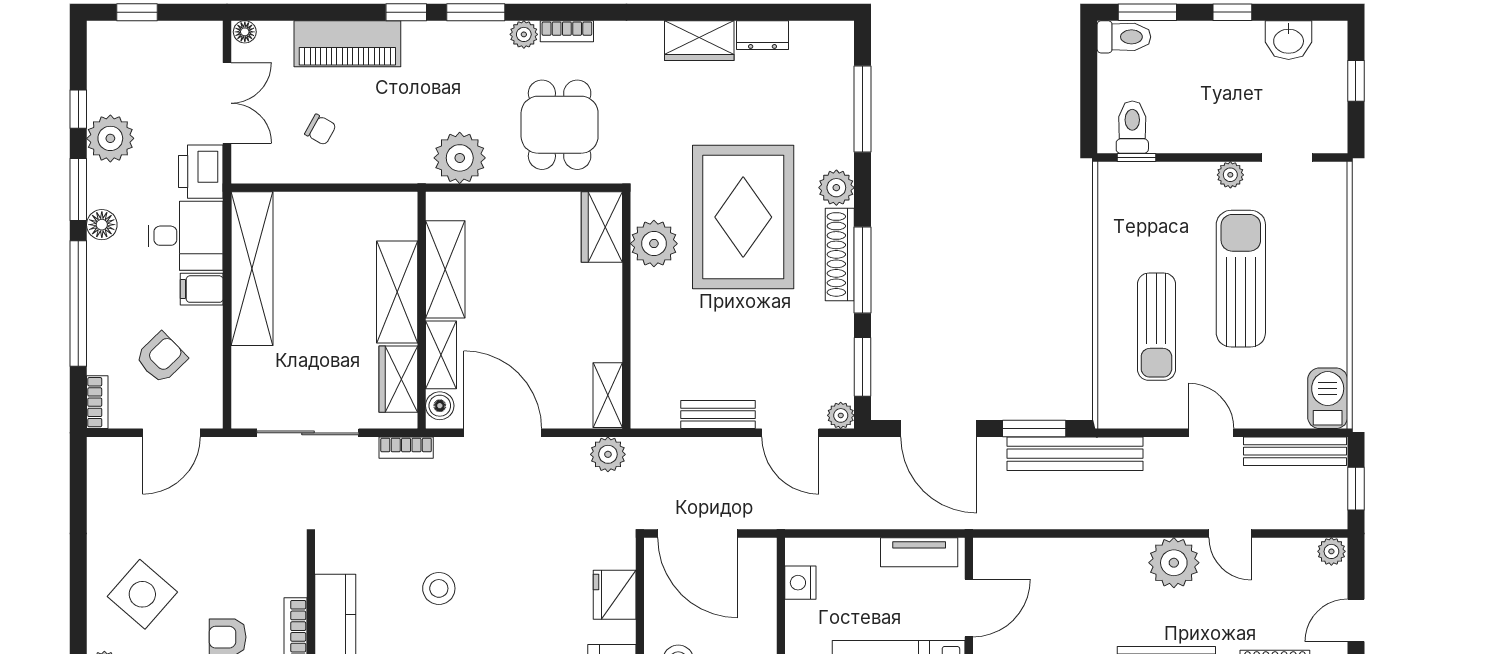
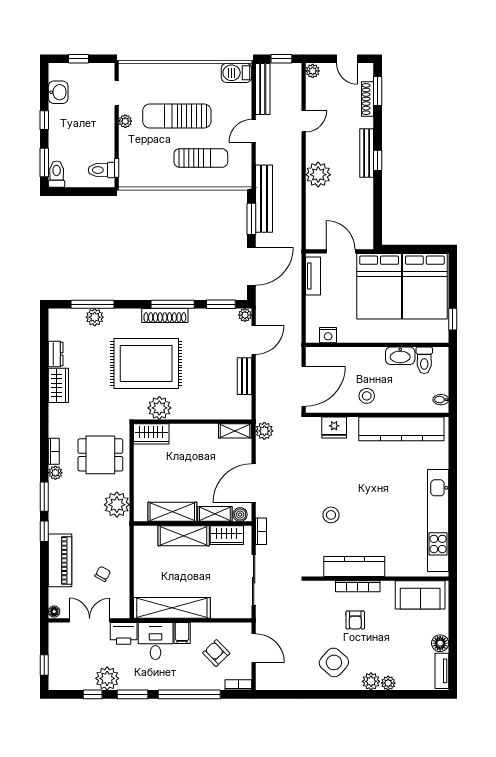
plant: (836, 188) -> (95, 317), moved
floor lamp: (102, 225) -> (150, 683), removed
plant: (1174, 563) -> (318, 175), moved

